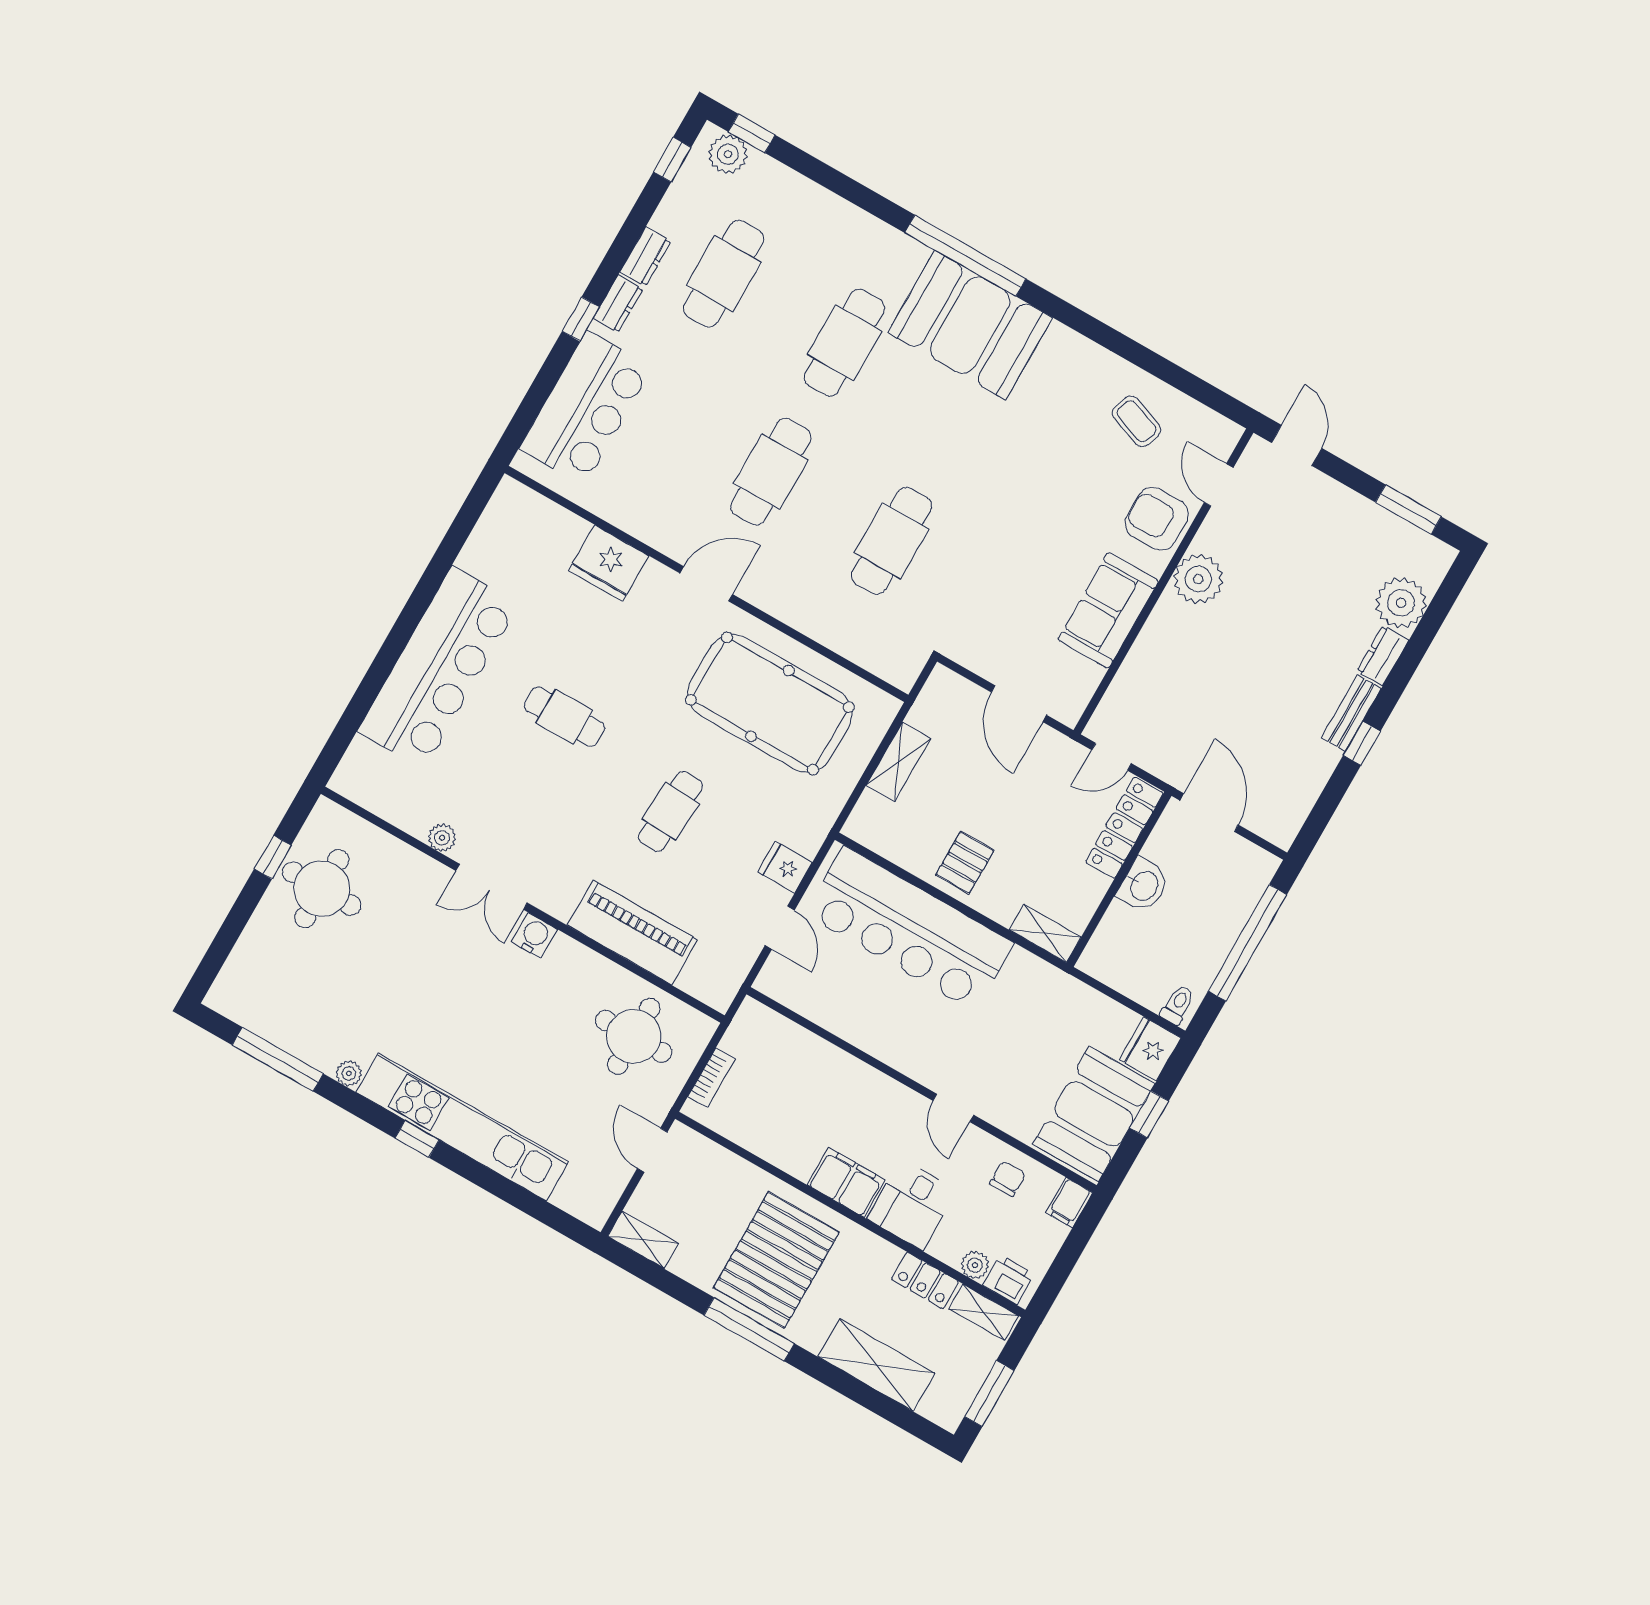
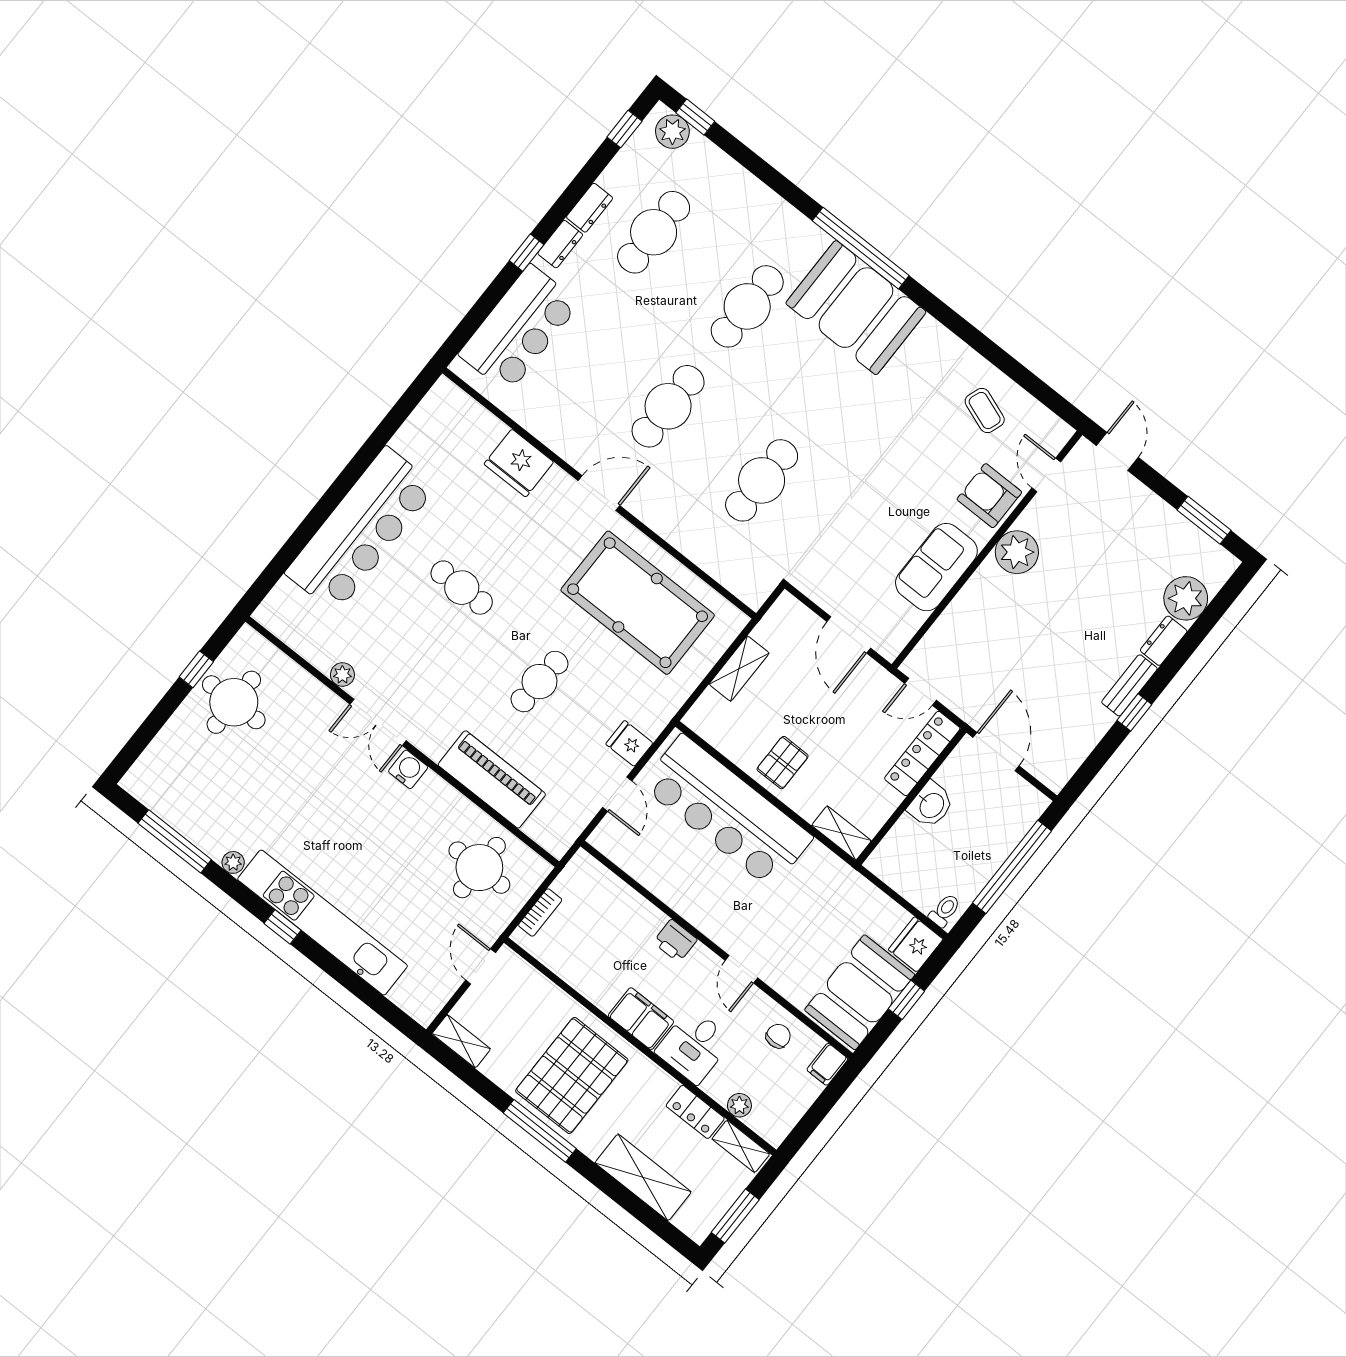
printer: (1008, 1280) -> (675, 941), moved, turned 180

